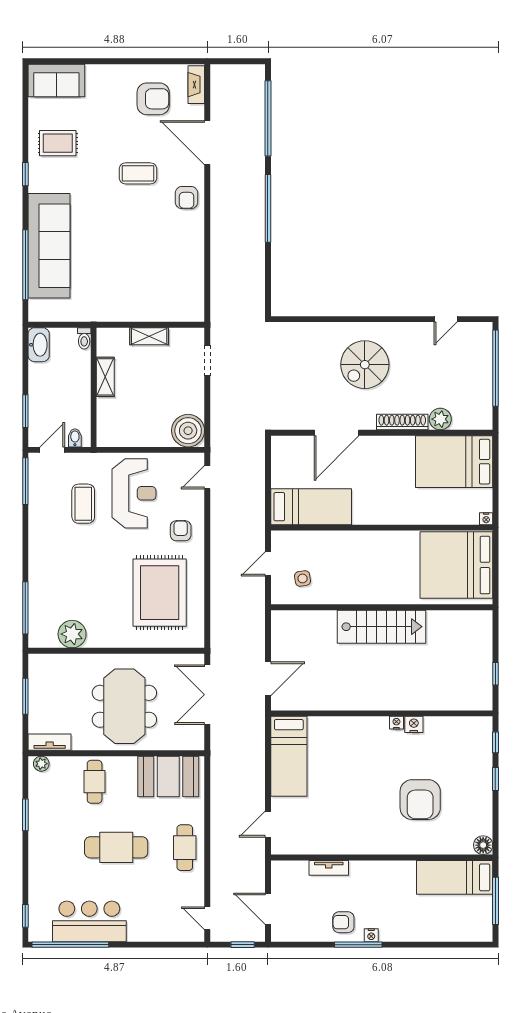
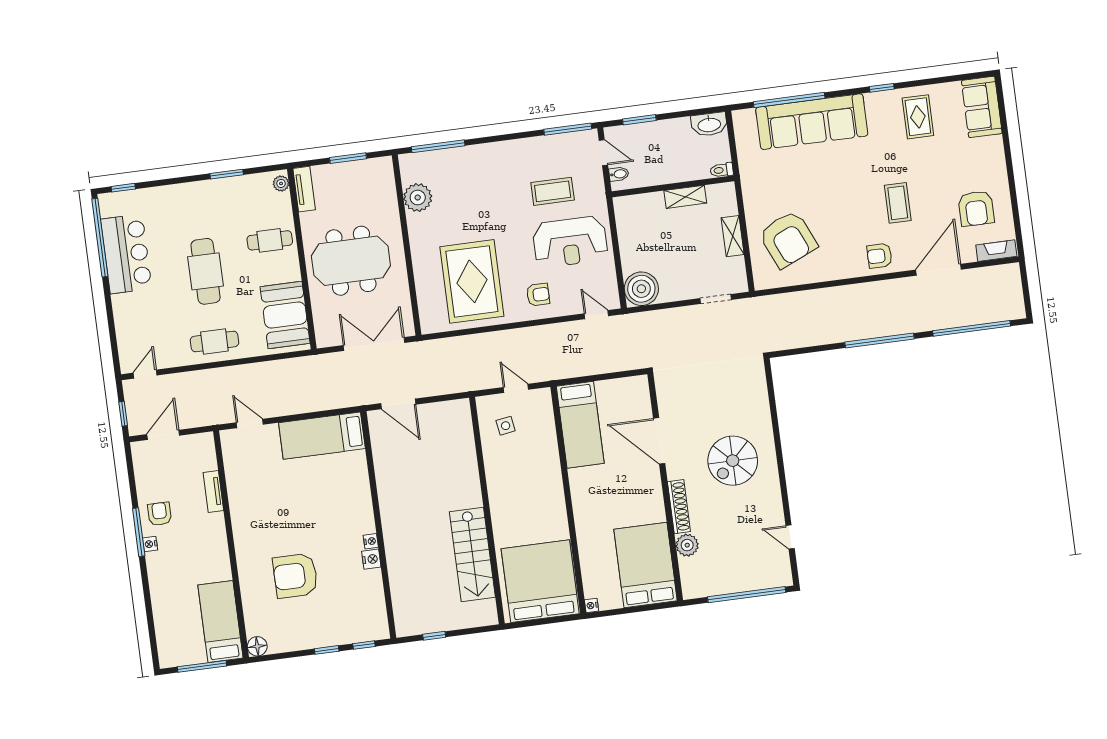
armchair: (159, 283) -> (788, 239), added
spiral stairs: (365, 365) -> (733, 461), turned -90
rug: (160, 593) -> (472, 281), turned 90
stairs: (381, 627) -> (472, 555), moved

